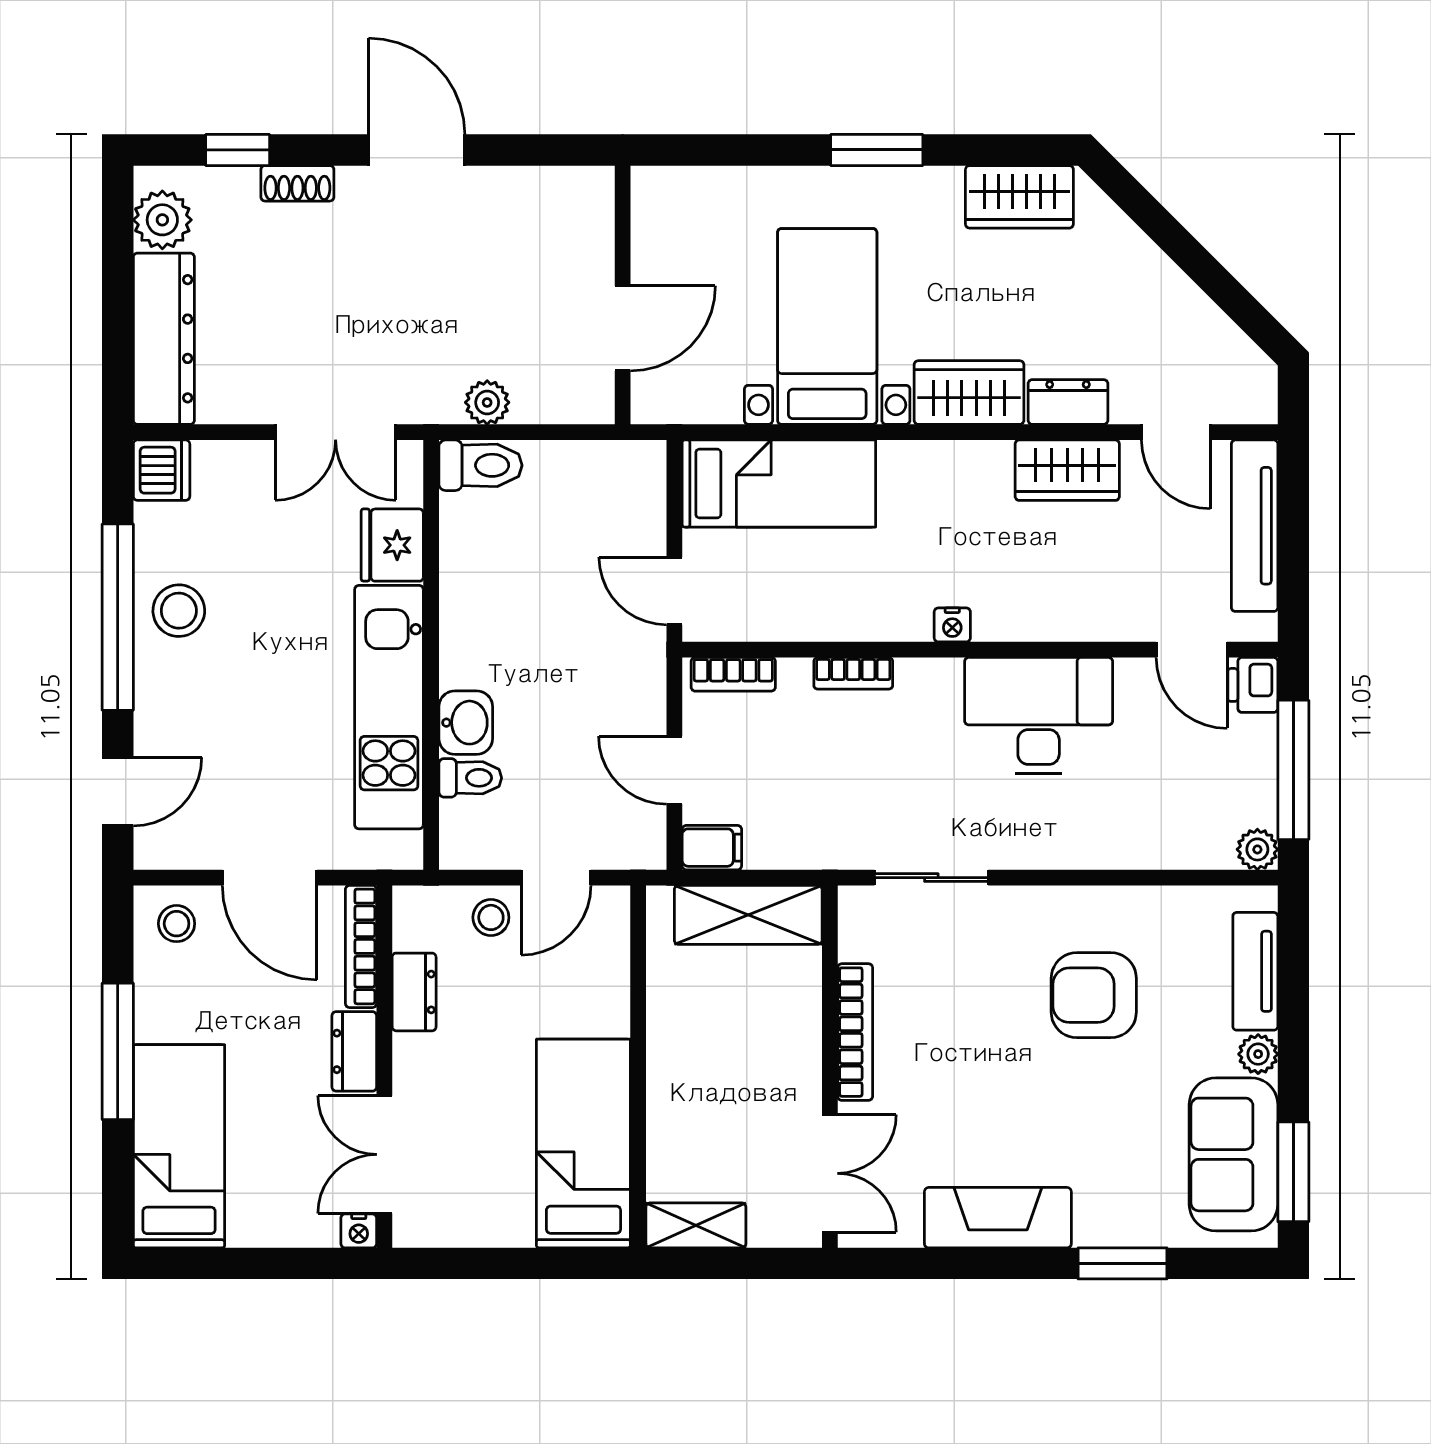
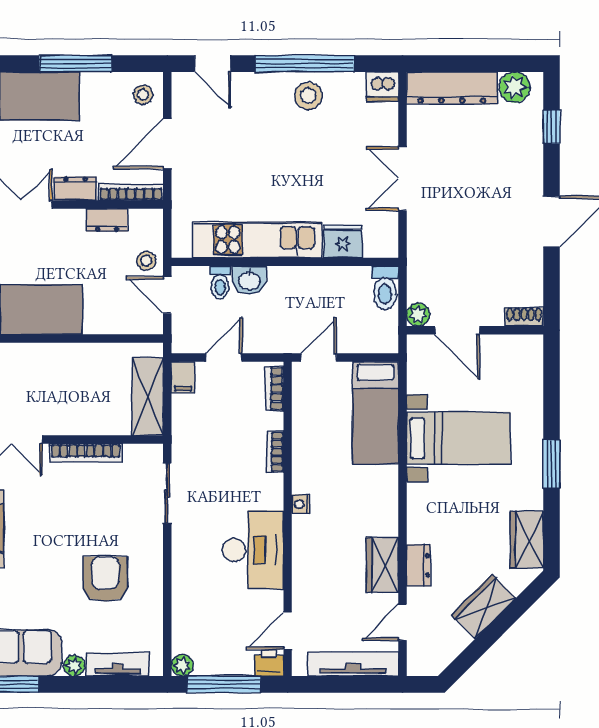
shoe rack: (297, 183) -> (524, 317), moved, turned 90
wardrobe: (969, 393) -> (484, 607), moved, turned -135
plant: (487, 402) -> (418, 315), moved
toilet: (480, 465) -> (385, 288), moved
fridge: (392, 545) -> (343, 241), moved
wall: (431, 655) -> (285, 262), moved
kitchen unit: (389, 707) -> (257, 240), moved
washbasin: (466, 723) -> (249, 280), moved
toilet: (470, 778) -> (220, 283), moved

